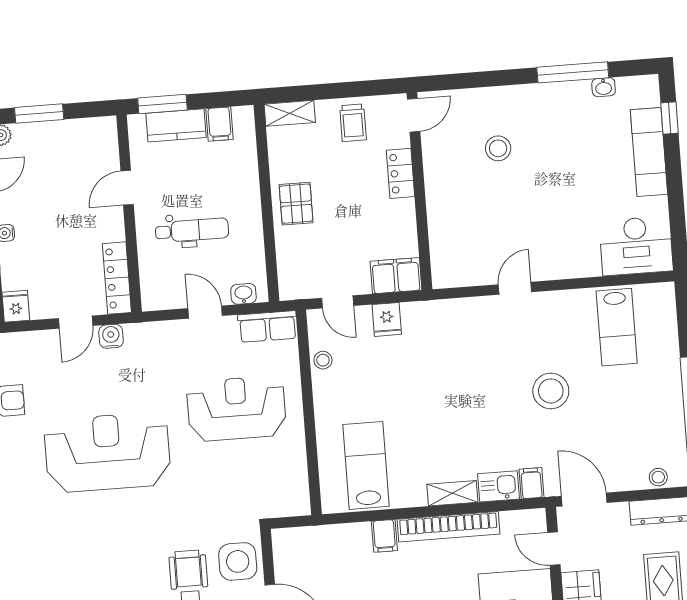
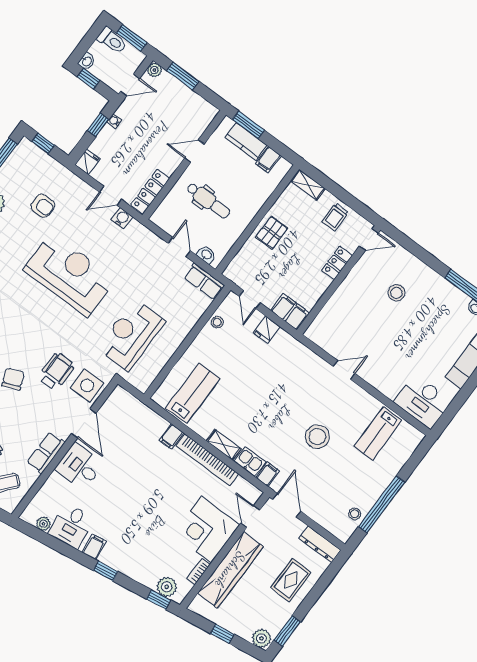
reception desk: (236, 409) -> (131, 335), moved, turned -90
stool: (658, 477) -> (355, 514), moved

